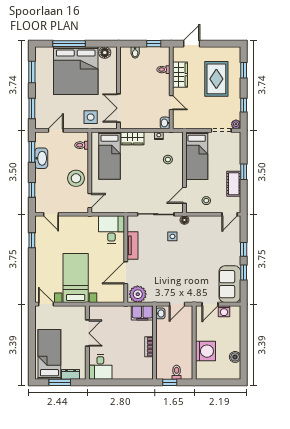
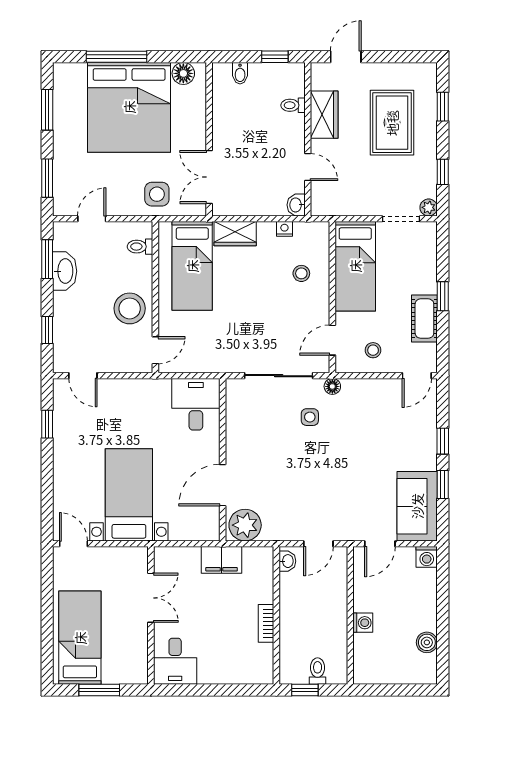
tv unit: (132, 245) -> (235, 434), removed
washing machine: (224, 311) -> (427, 557), moved
filing cabinet: (142, 313) -> (222, 560), moved
washing machine: (205, 351) -> (363, 623), width x0.53, depth x0.53
dresser: (71, 374) -> (119, 675), removed

